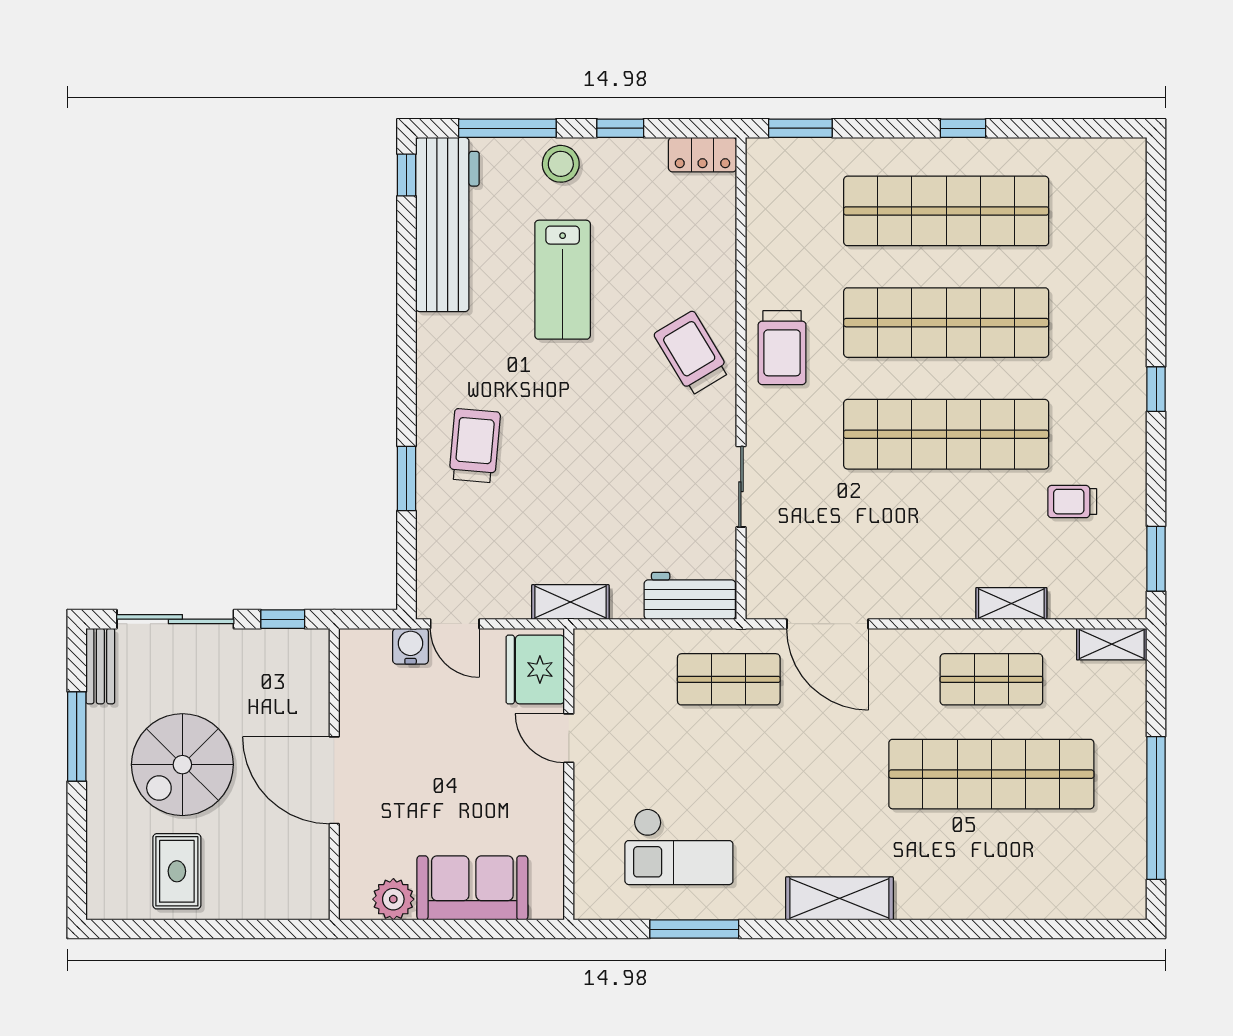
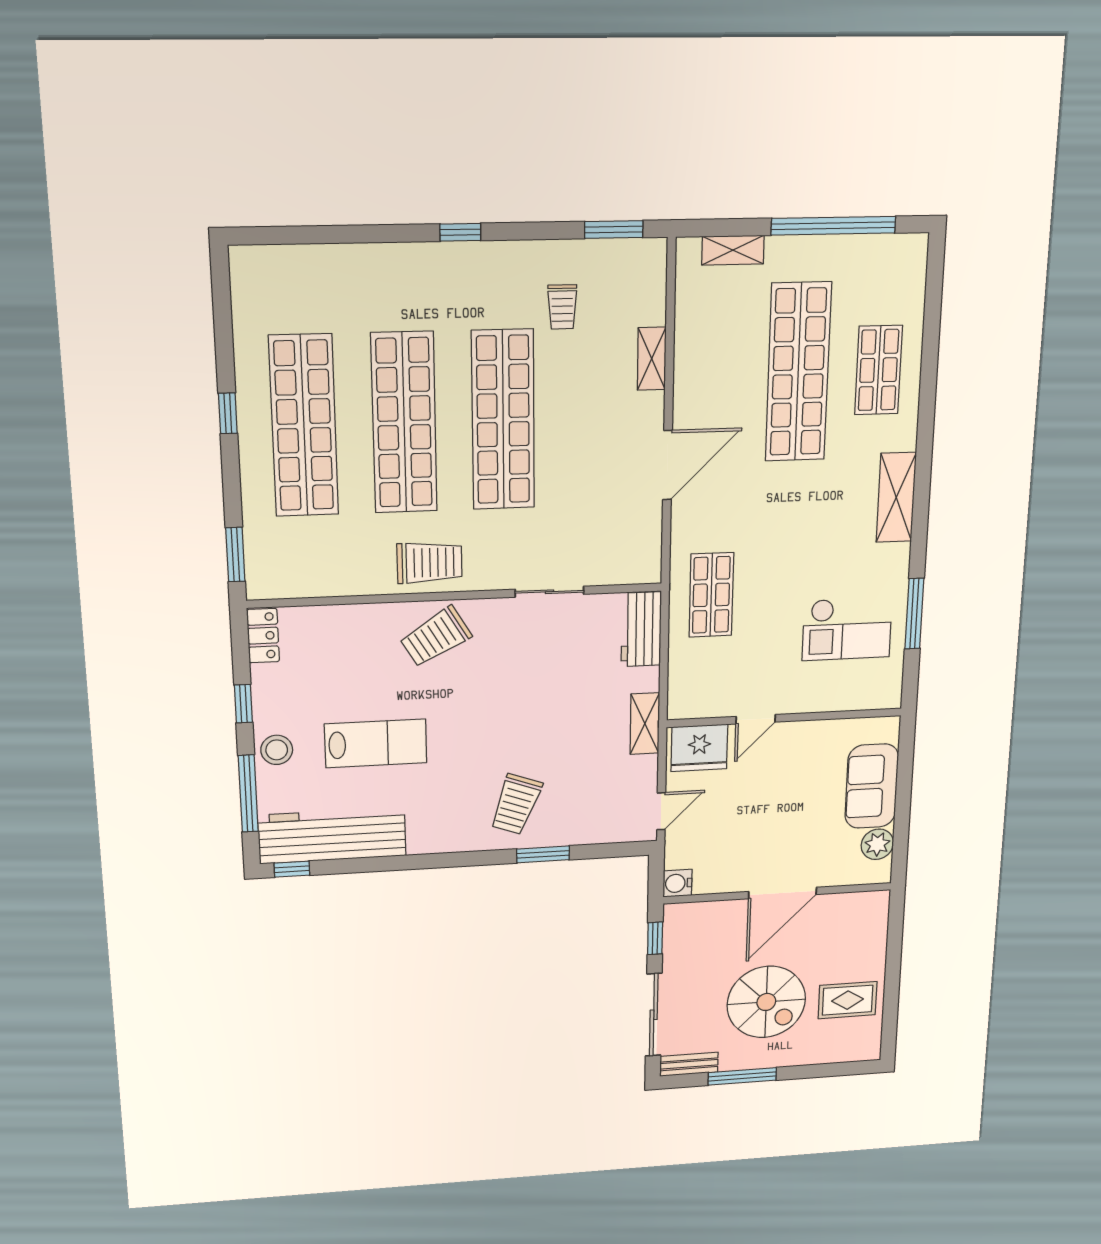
trolley: (475, 446) -> (516, 804), turned -75
door: (827, 624) -> (667, 465), moved
shelving: (1112, 644) -> (733, 250), moved, turned 90
water cooler: (411, 646) -> (678, 883), moved
shop shelf: (991, 679) -> (879, 370), moved
checkout: (679, 847) -> (847, 629), turned 90

